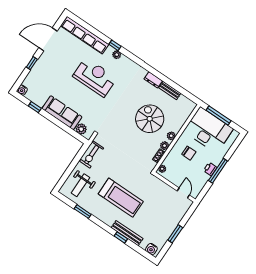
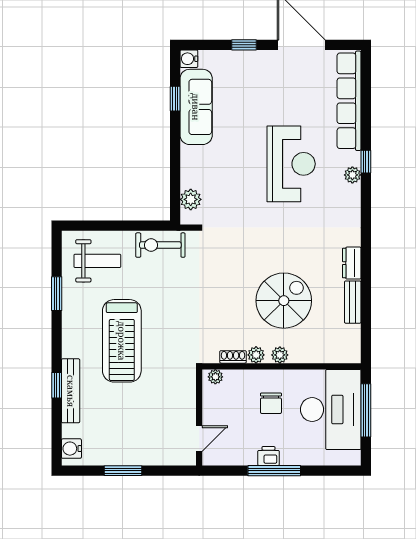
sofa: (62, 113) -> (196, 107), moved
weight bench: (80, 185) -> (97, 261), turned 180

